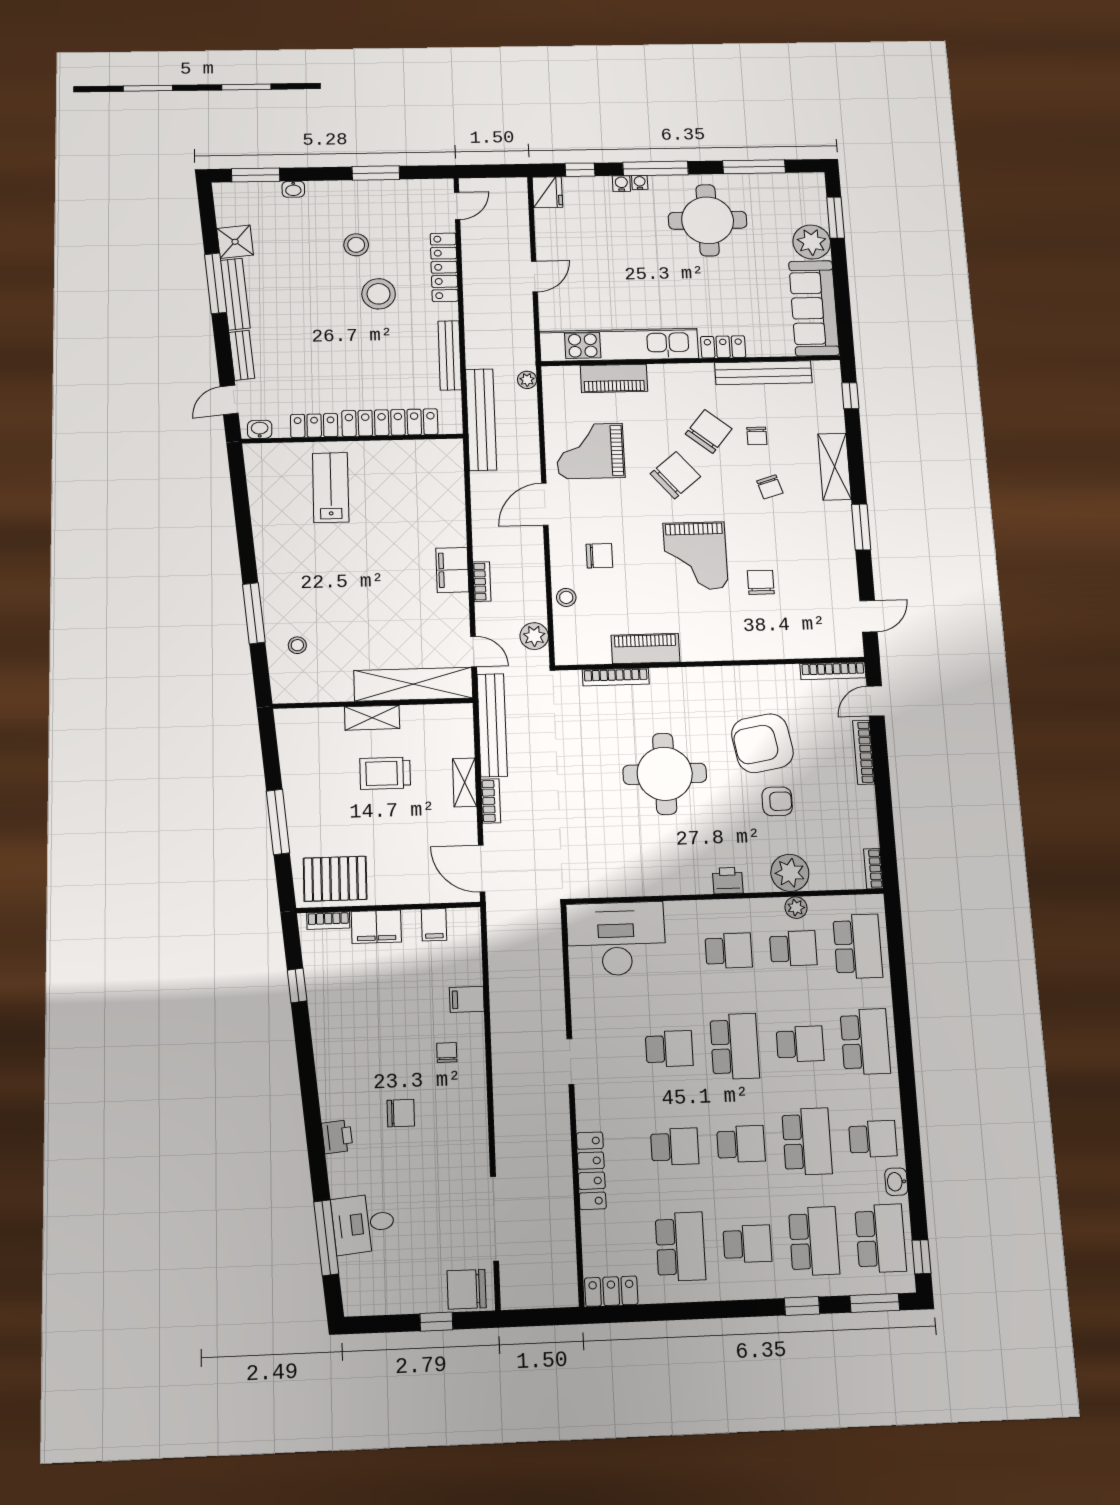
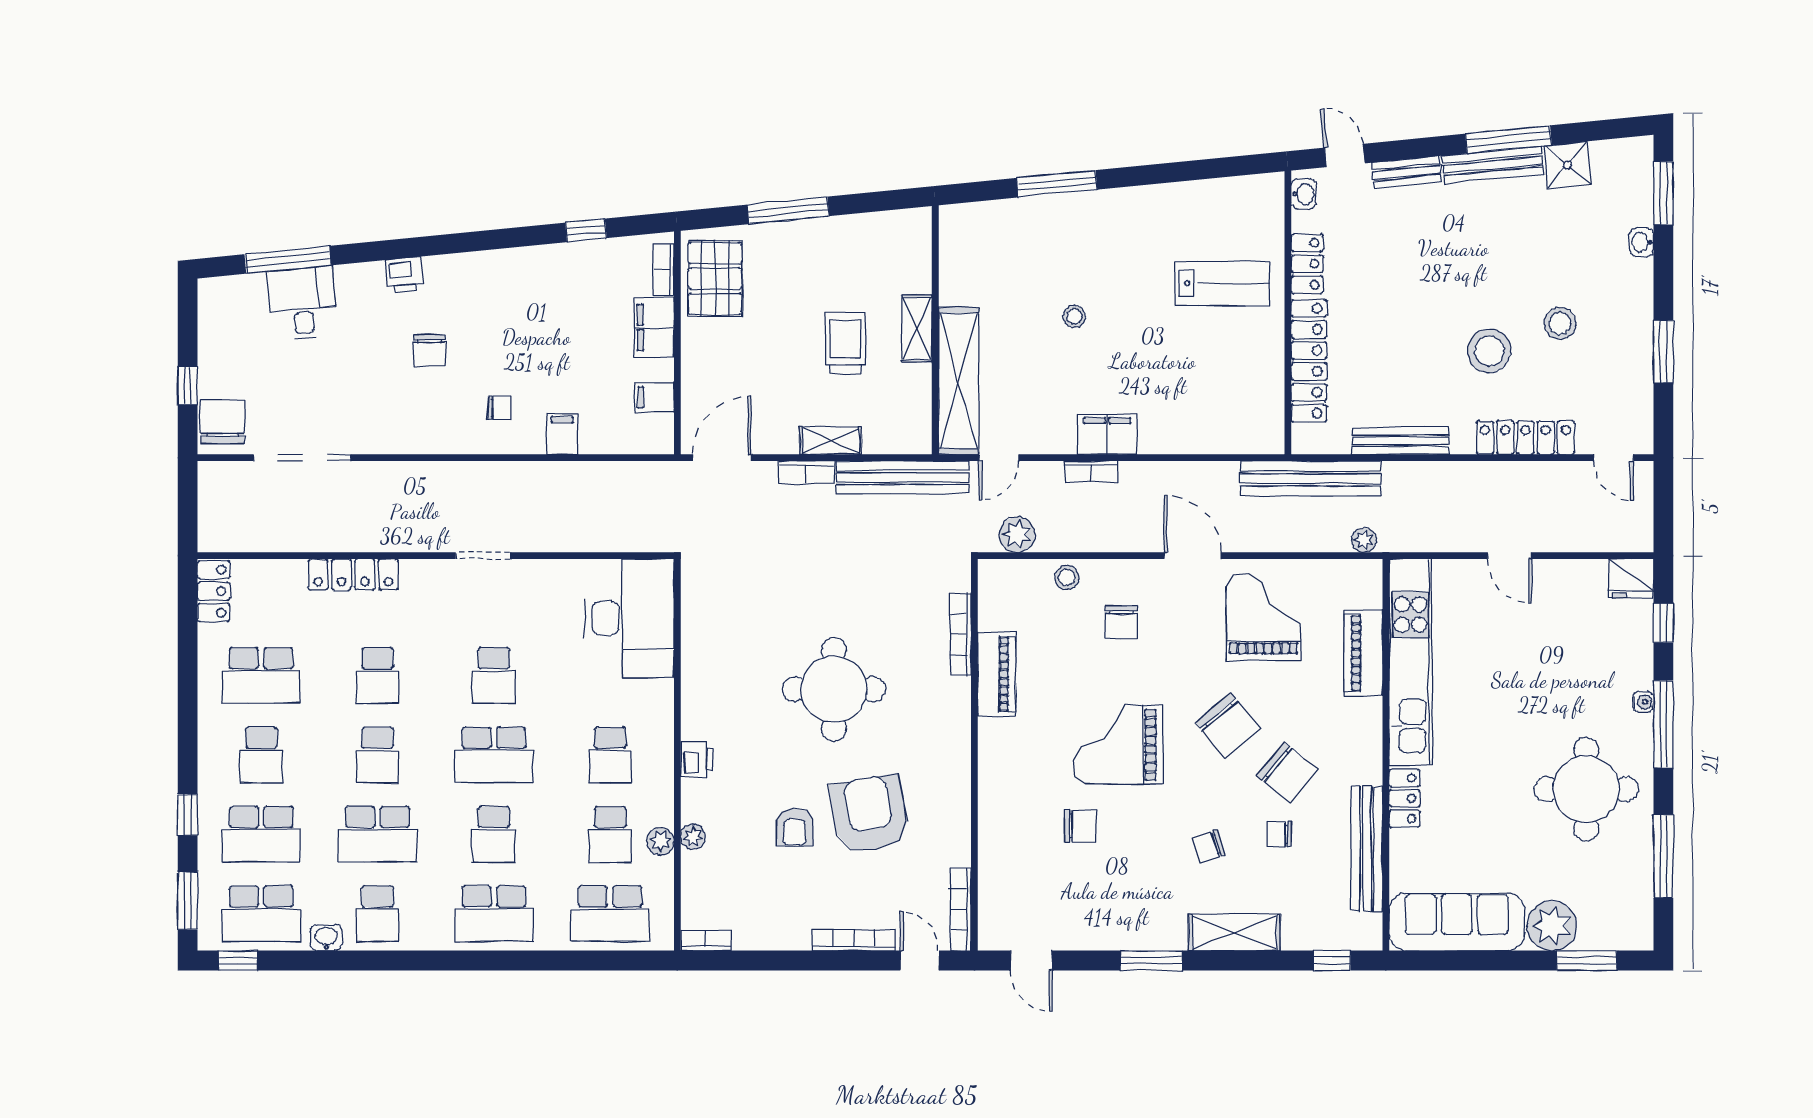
water cooler: (621, 184) -> (1642, 677), removed
stool: (297, 645) -> (1074, 316), moved
plant: (790, 873) -> (693, 837), width x0.53, depth x0.53

